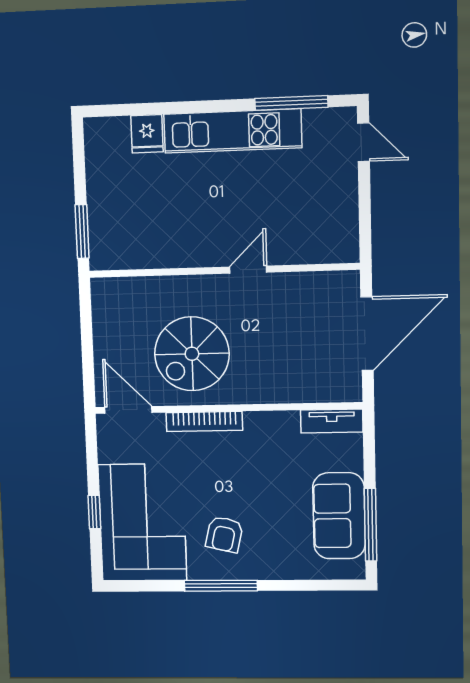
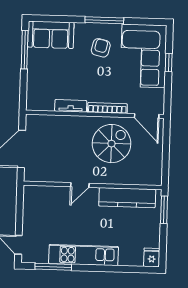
fridge: (147, 134) -> (152, 258), moved
kitchen counter: (155, 251) -> (127, 198), added
tv unit: (332, 421) -> (71, 106), moved
sofa: (339, 516) -> (51, 35), moved, turned 90

